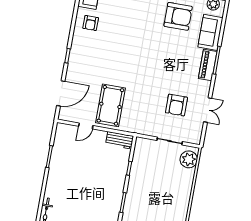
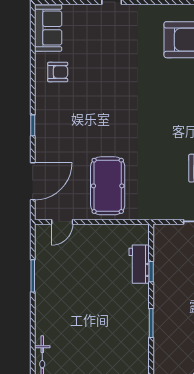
armchair: (91, 23) -> (58, 72), turned -90
door: (86, 126) -> (62, 222), moved
workbench: (119, 140) -> (139, 264), moved, turned 90

